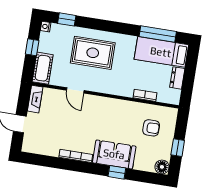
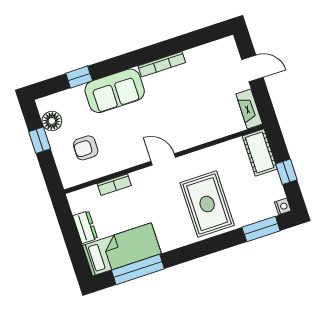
window: (67, 19) -> (261, 229), width x1.50
rug: (93, 53) -> (207, 204), turned 90
door: (75, 90) -> (163, 159), moved
floor lamp: (162, 167) -> (52, 121), moved
window: (117, 172) -> (79, 77), moved

